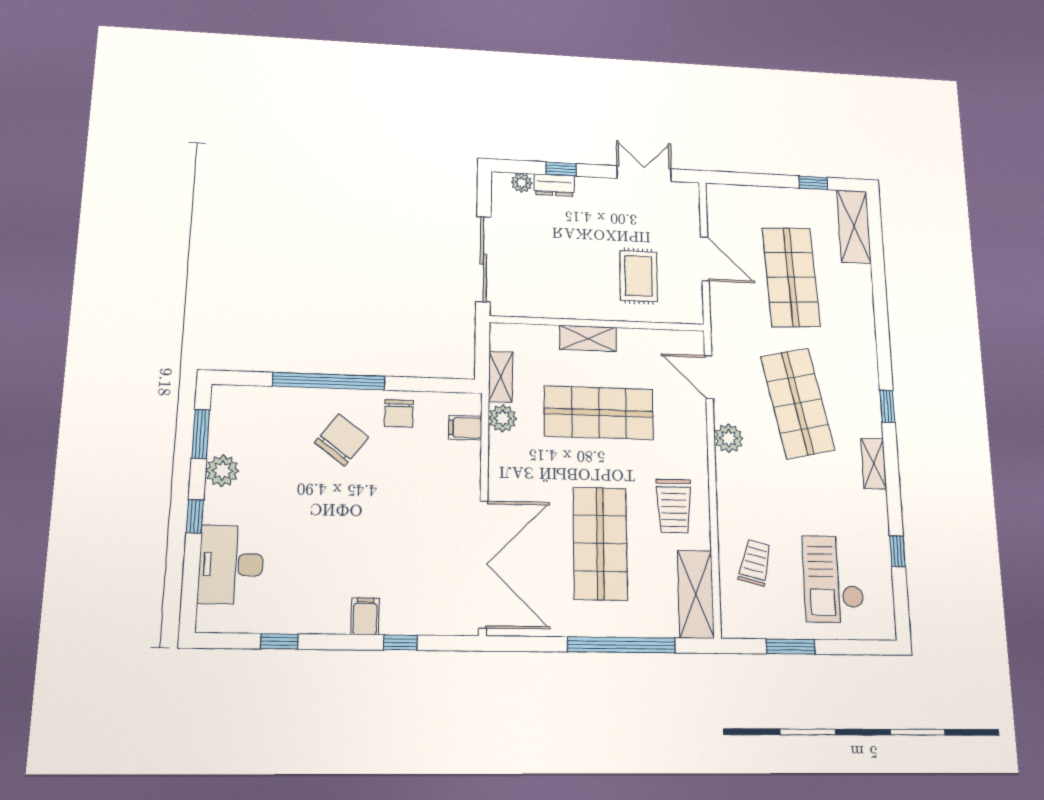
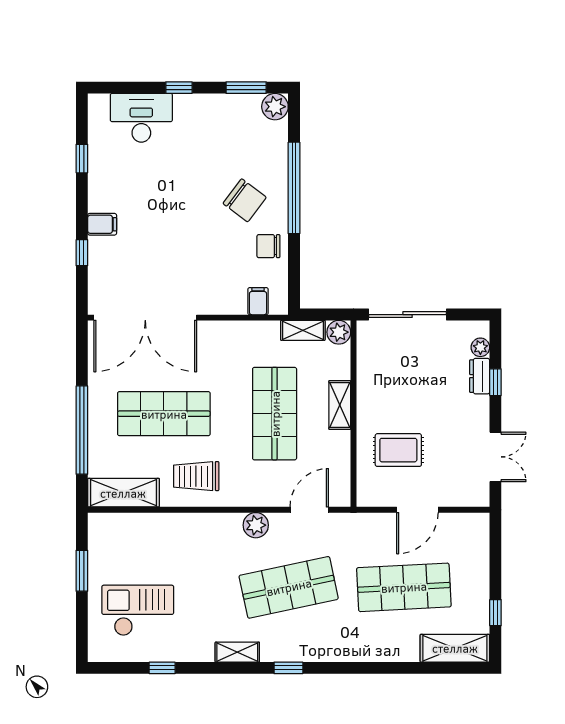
plant: (503, 418) -> (339, 332), moved
plant: (222, 471) -> (275, 107), moved
trolley: (755, 563) -> (150, 544), removed

